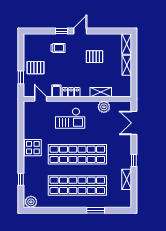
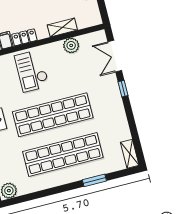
checkout: (70, 118) -> (32, 71), turned 90
window: (134, 161) -> (123, 89), moved
shelving: (127, 179) -> (130, 154), moved

